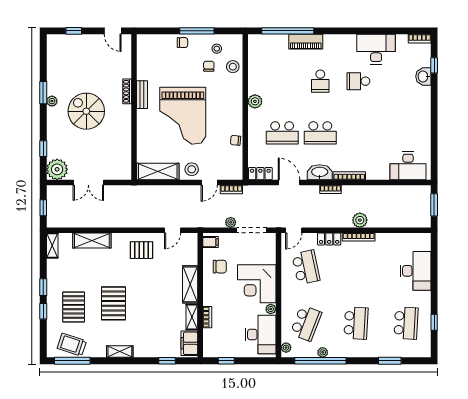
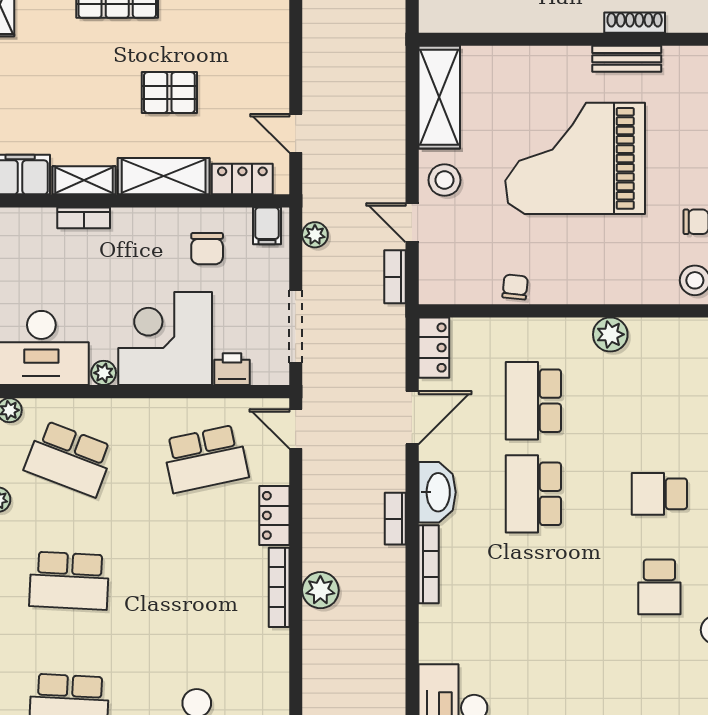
school desk: (358, 81) -> (659, 587), turned 180
plant: (231, 222) -> (315, 235), moved
pallet: (142, 250) -> (169, 93), moved, turned 90
locker: (191, 252) -> (242, 179), added
printer: (269, 256) -> (232, 369), added

